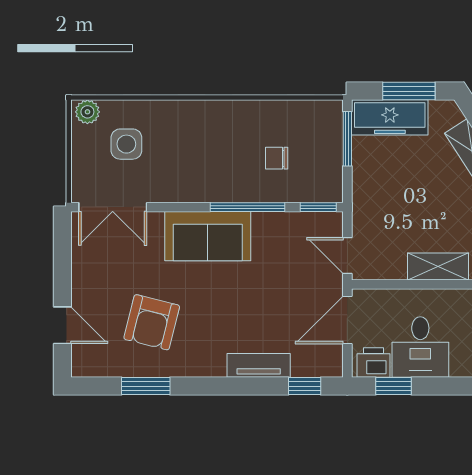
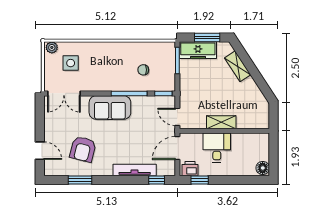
desk: (420, 347) -> (217, 148), moved, turned 180
tv unit: (259, 365) -> (135, 170), width x1.41

